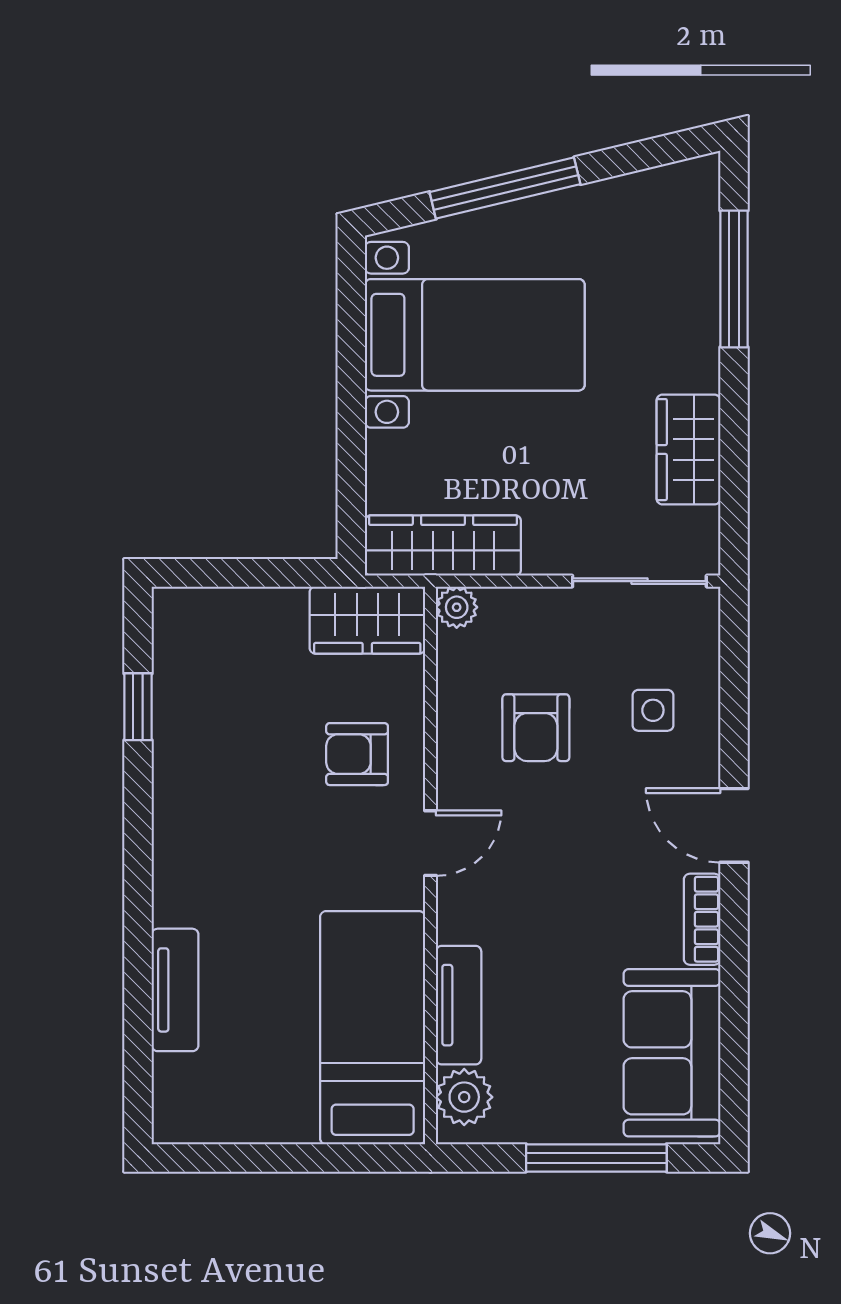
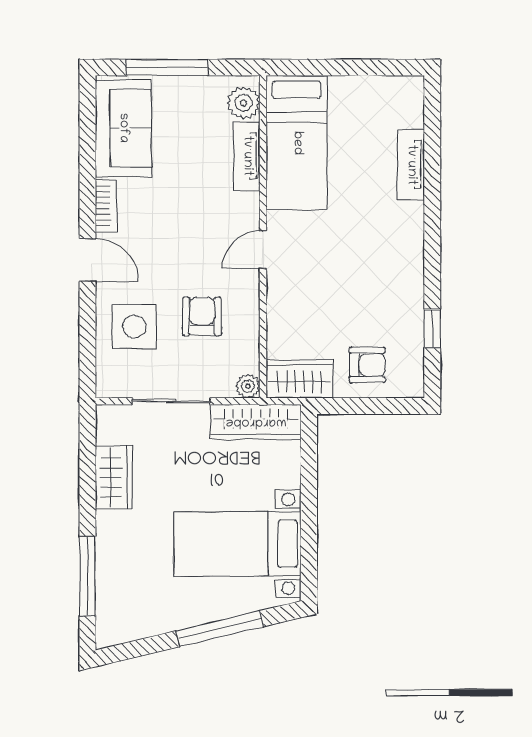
sliding door: (639, 581) -> (171, 401), moved
side table: (653, 710) -> (134, 327), width x1.87, depth x1.87
armchair: (357, 754) -> (367, 365), moved

